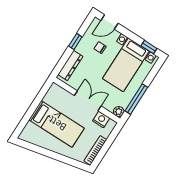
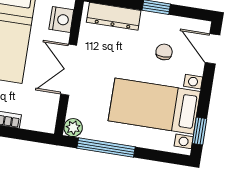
double door: (88, 101) -> (69, 70), swing flipped
nightstand: (101, 119) -> (61, 19), moved

